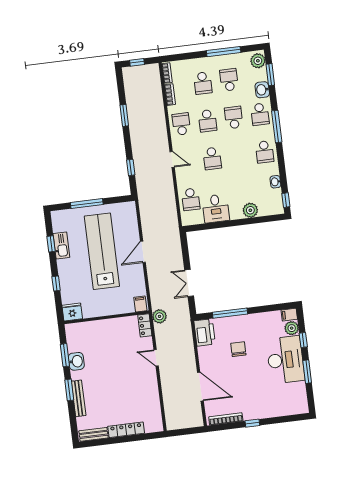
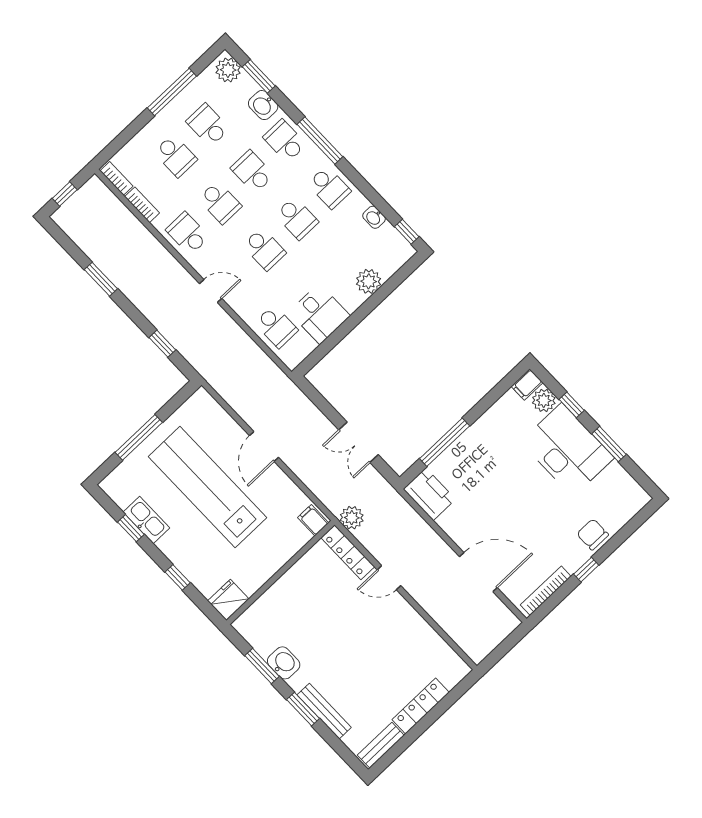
school desk: (260, 114) -> (285, 141), turned 180
school desk: (238, 155) -> (297, 218), added
locker: (145, 325) -> (348, 552), width x1.53
chair: (238, 349) -> (593, 534), moved

